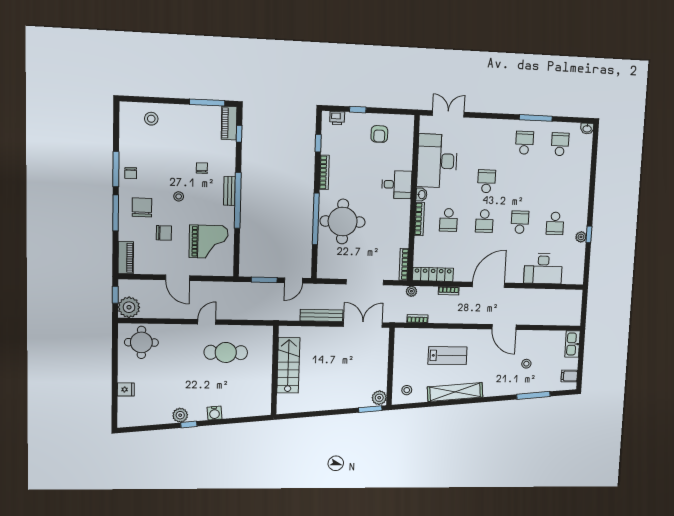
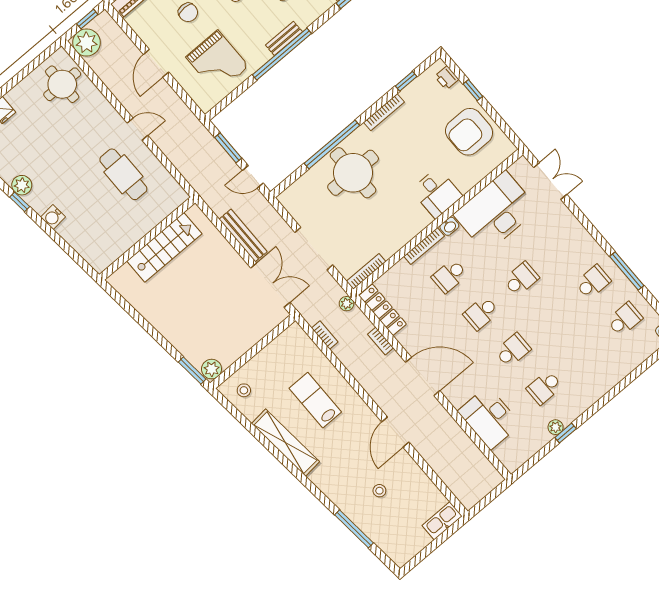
armchair: (379, 134) -> (469, 132), width x1.88, depth x1.88
lab bench: (447, 356) -> (315, 400), turned 180
filing cabinet: (569, 376) -> (407, 549), removed

